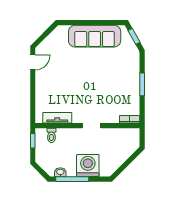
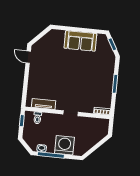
sofa: (95, 36) -> (80, 41), width x0.73
door: (33, 62) -> (28, 57), swing flipped

